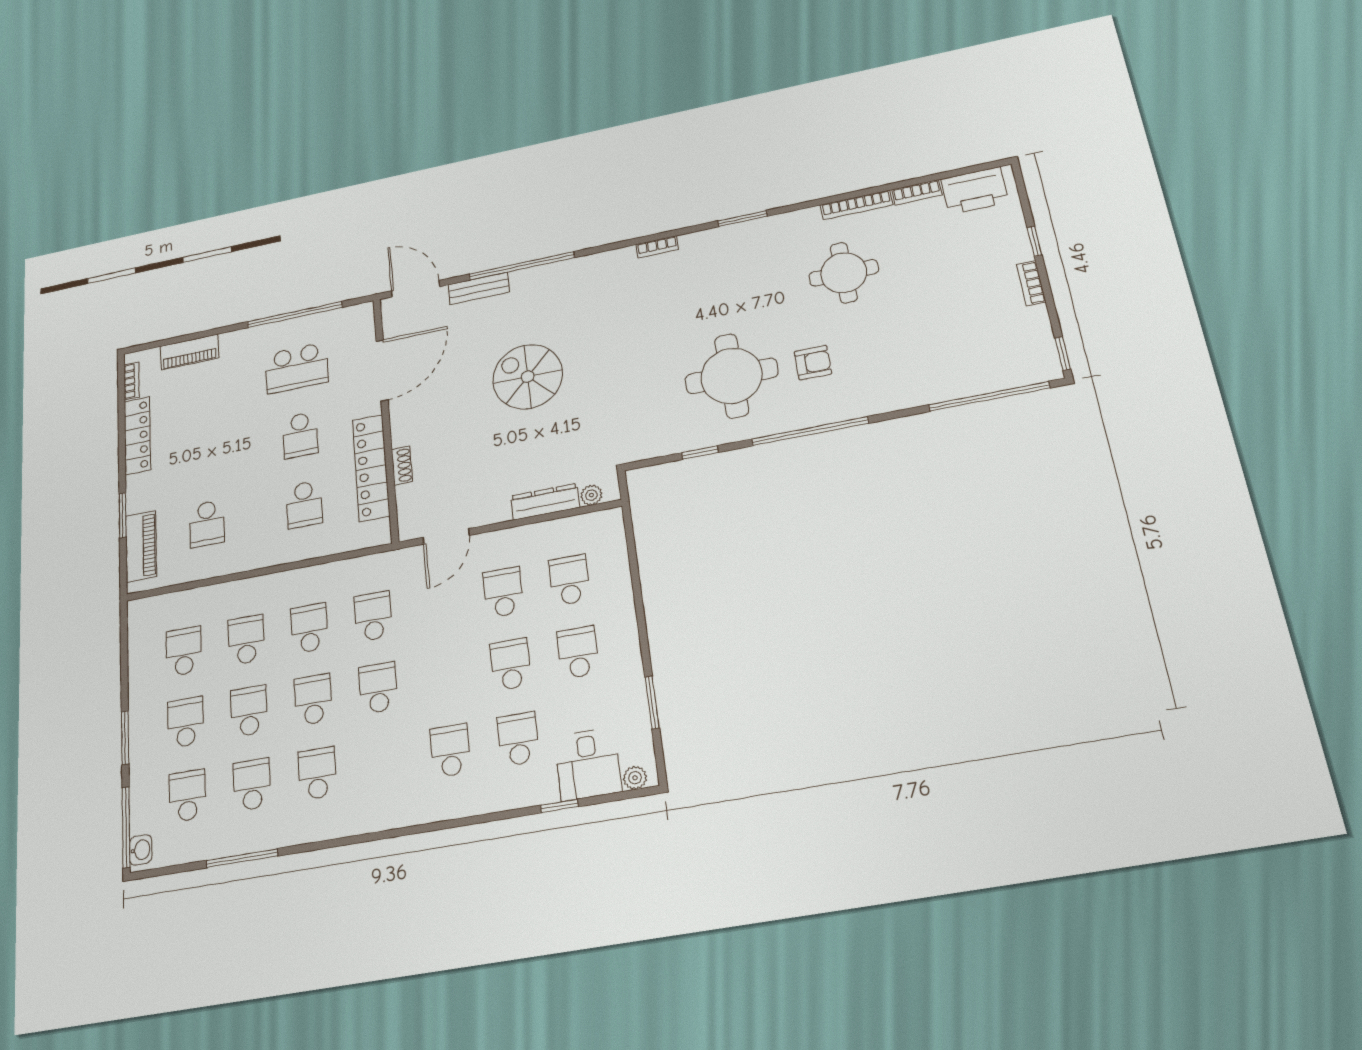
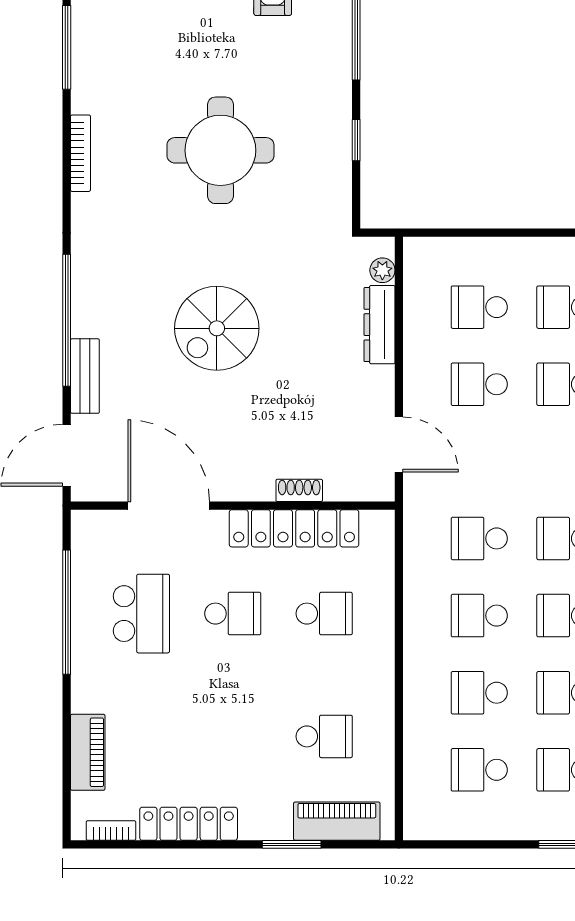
window: (743, 219) -> (67, 47), width x1.44
bookcase: (657, 247) -> (80, 153), width x1.56
round table: (732, 376) -> (220, 150), moved

